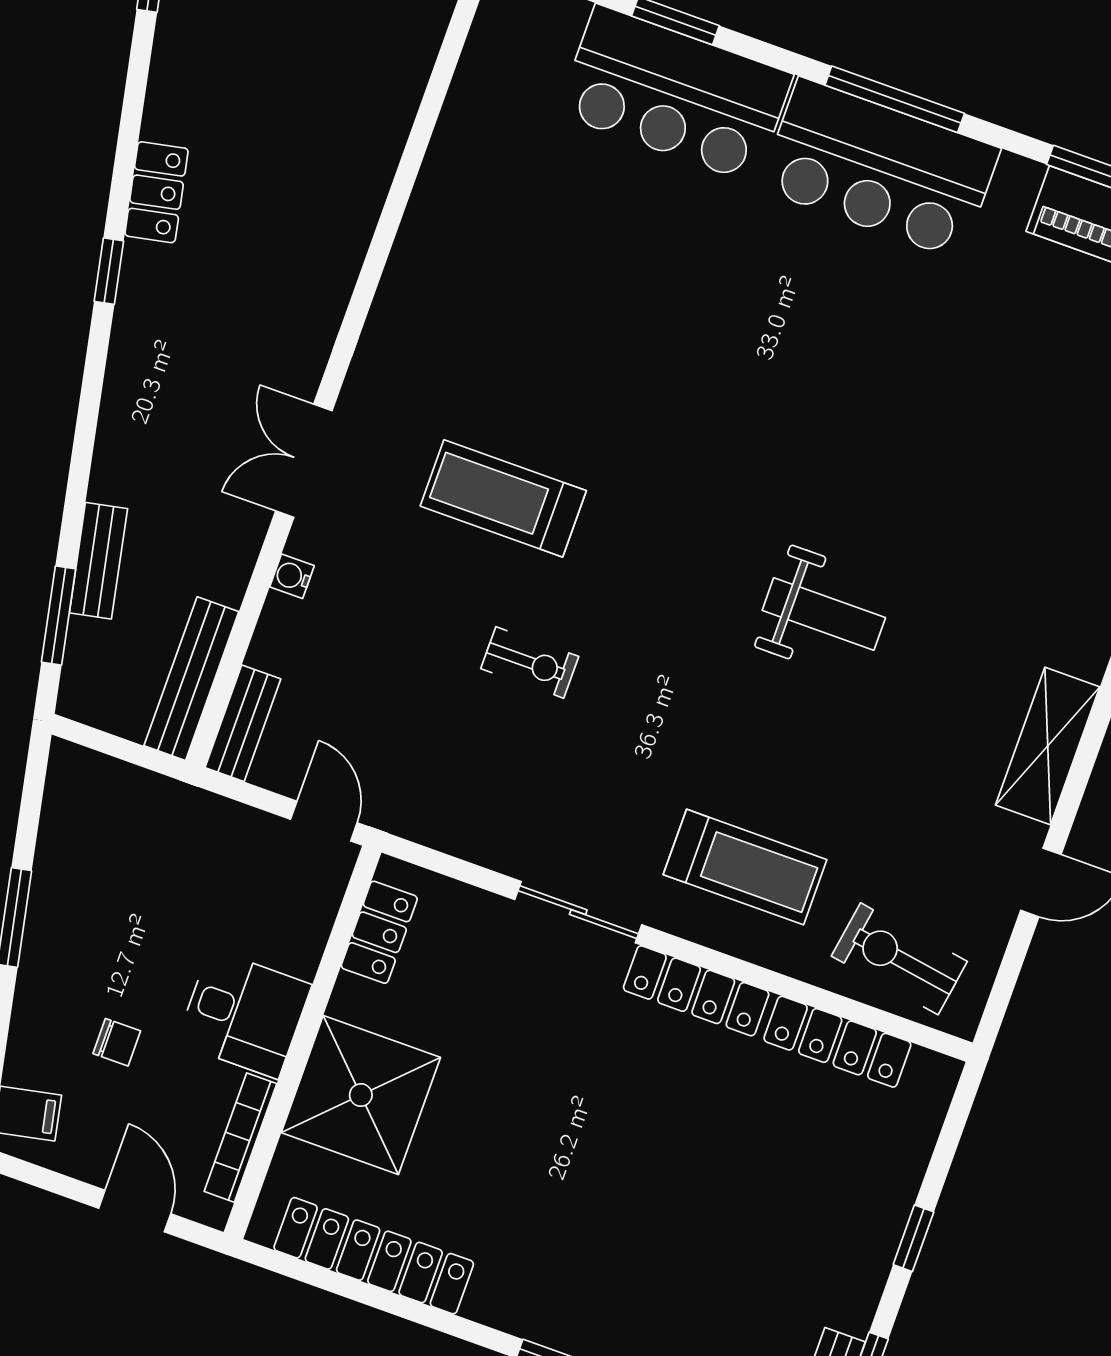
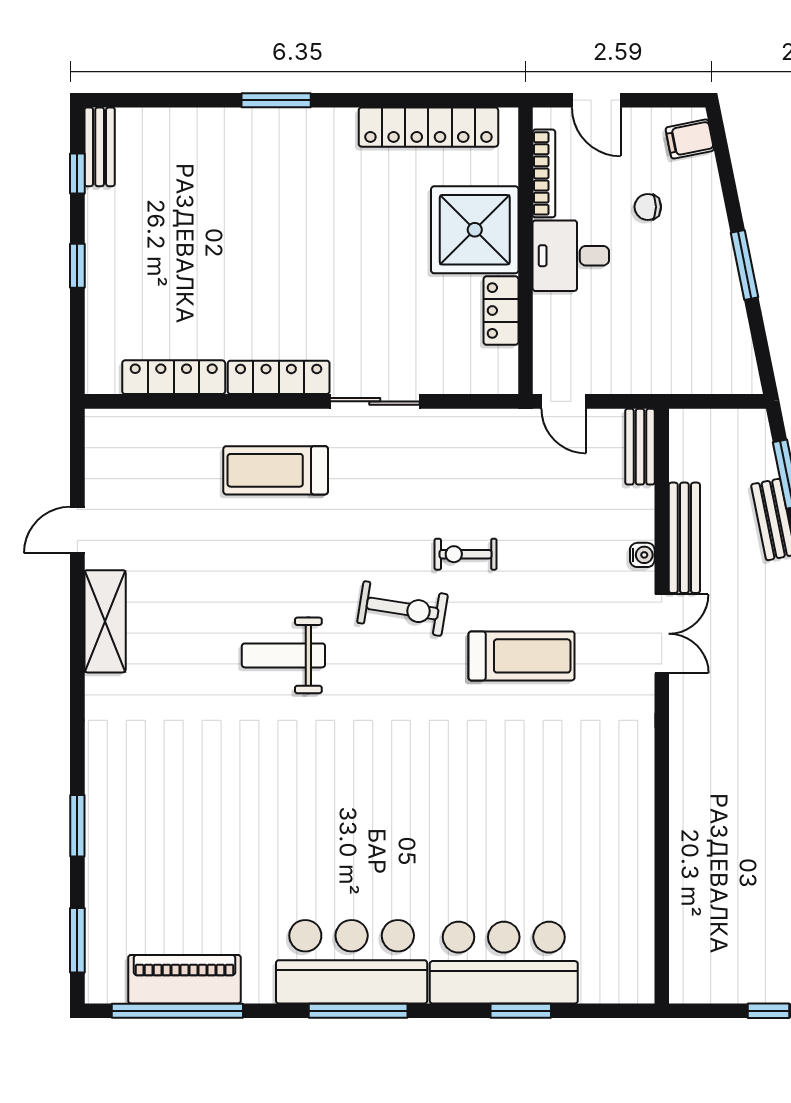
bench: (191, 679) -> (684, 538), moved
locker: (379, 932) -> (501, 311), moved
exercise bike: (899, 959) -> (403, 609), moved

